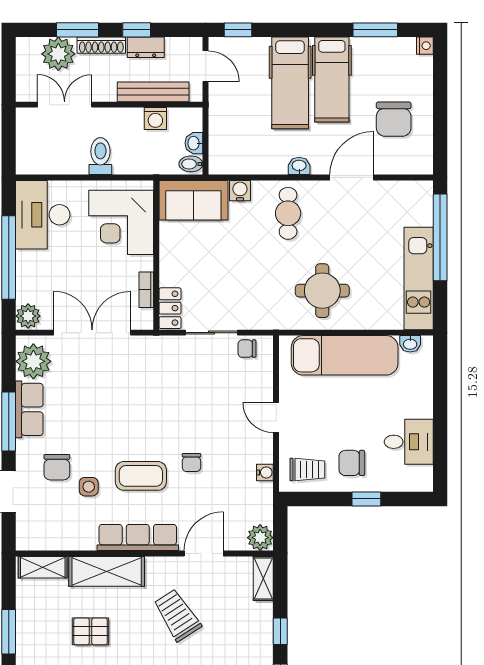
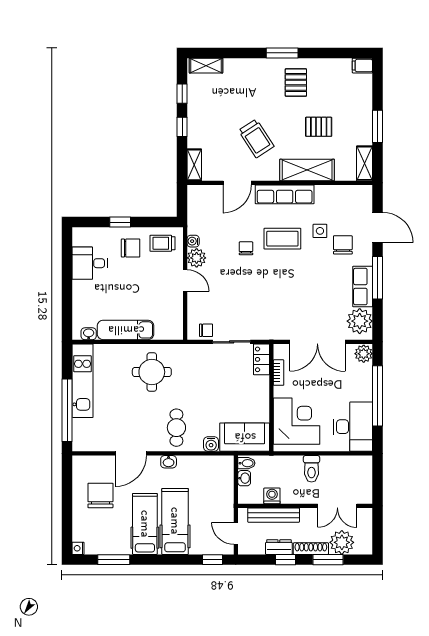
exam couch: (345, 355) -> (126, 330), width x0.73, depth x0.69
plant: (260, 538) -> (197, 258), moved
shelving: (43, 567) -> (365, 163), moved, turned 90

